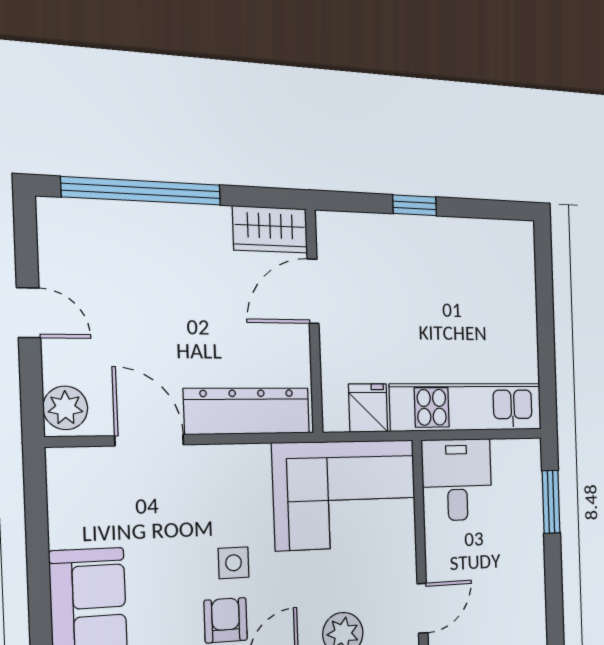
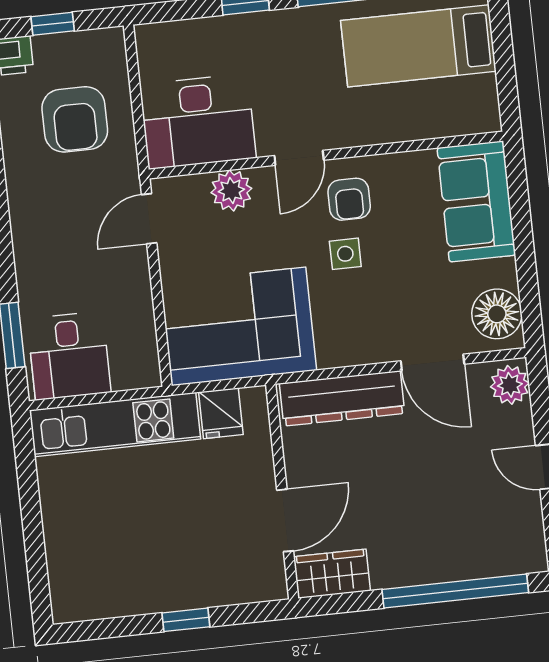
desk: (457, 480) -> (69, 356), moved
floor lamp: (74, 487) -> (497, 314), added

